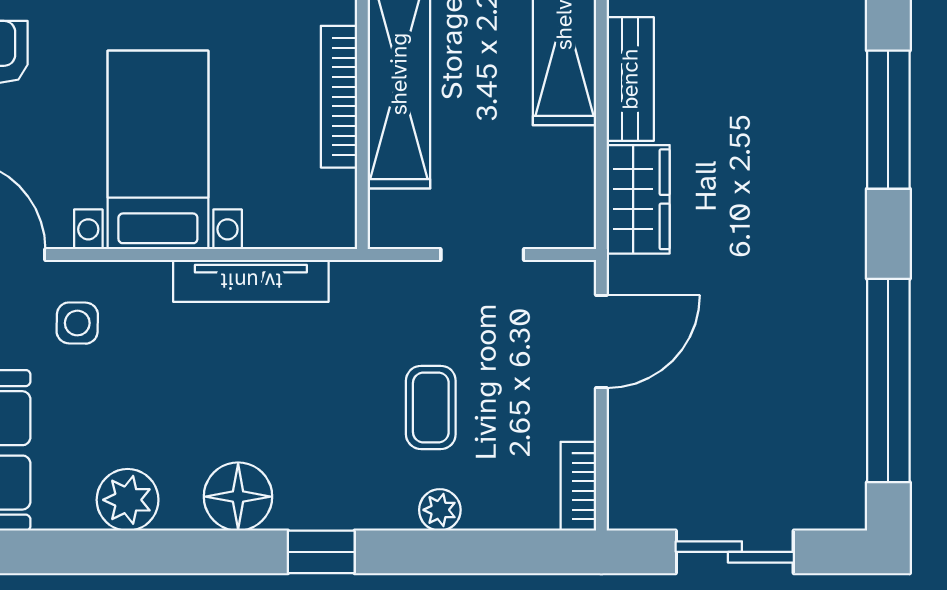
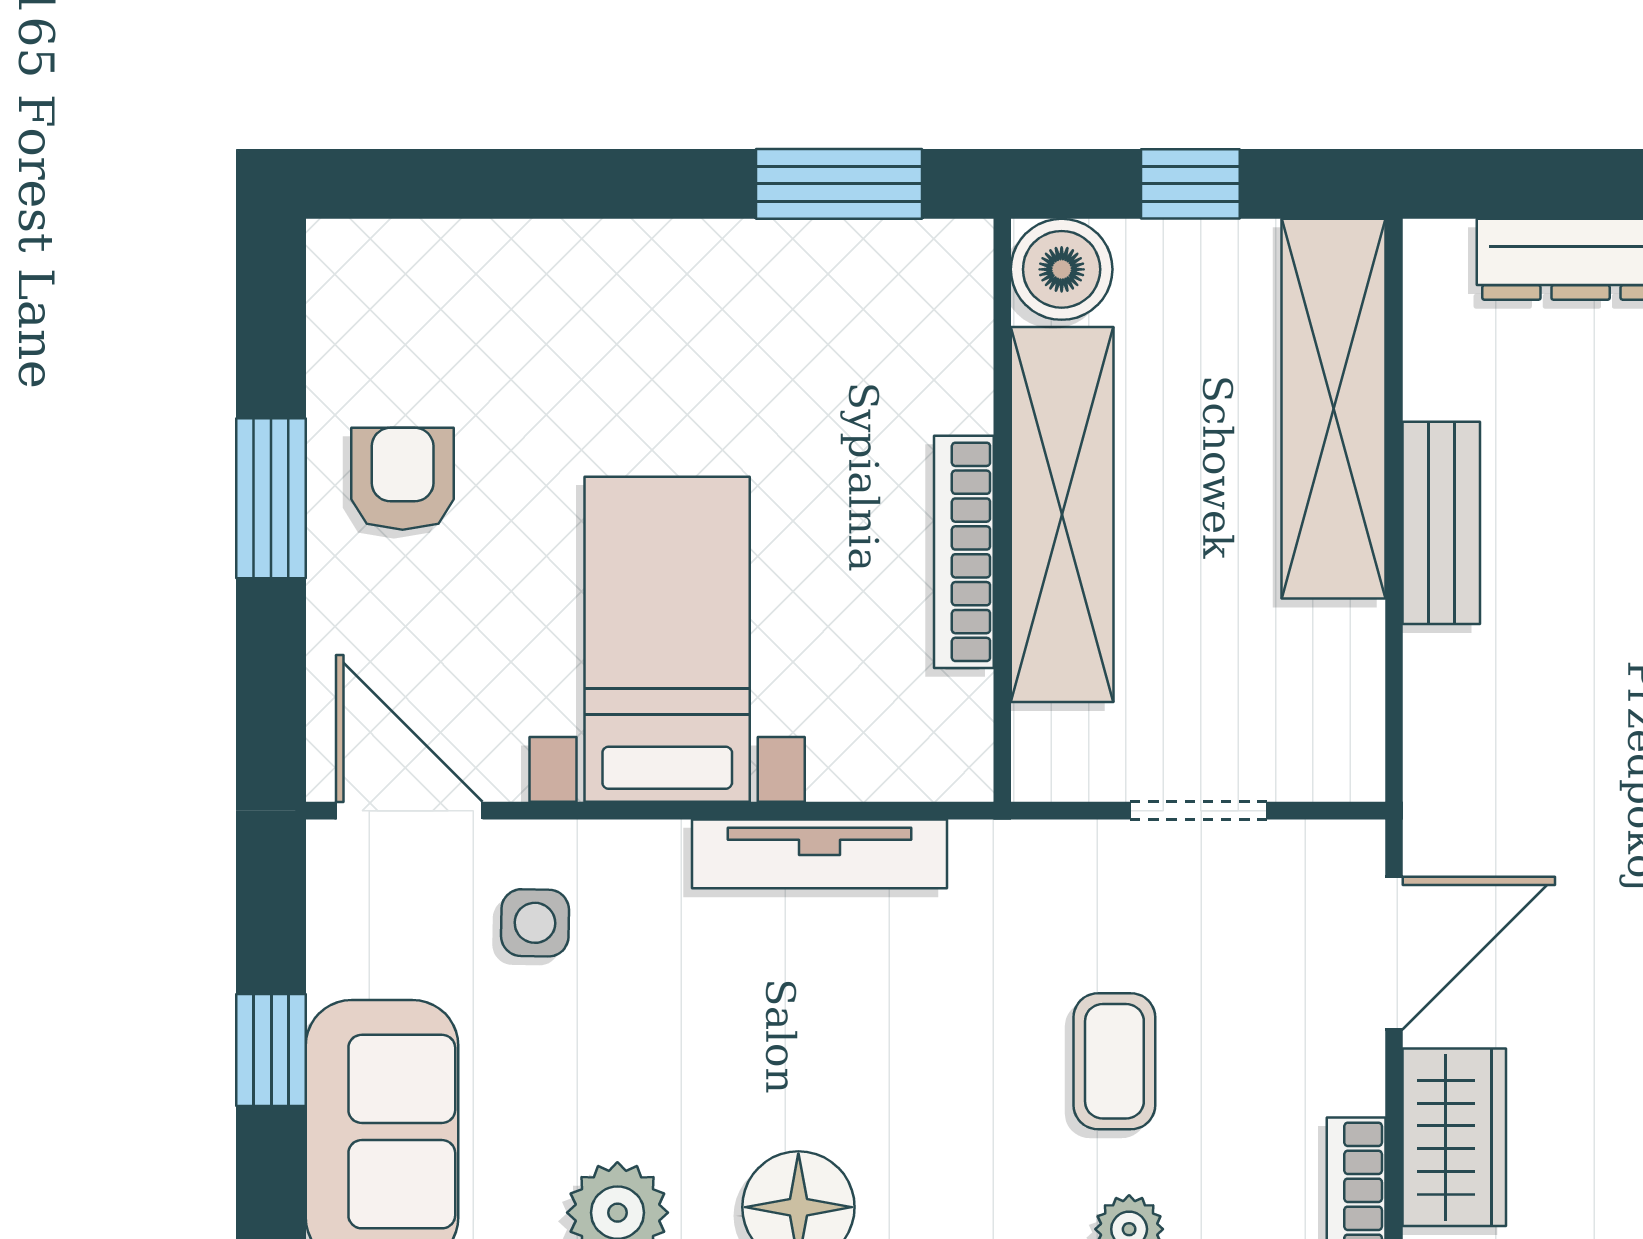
wardrobe: (638, 199) -> (1454, 1137), moved

